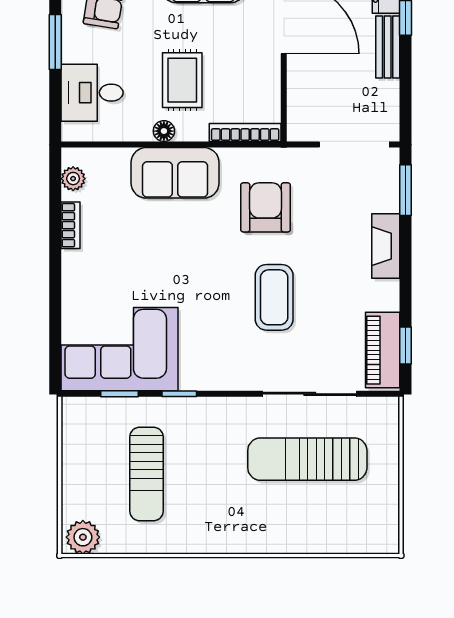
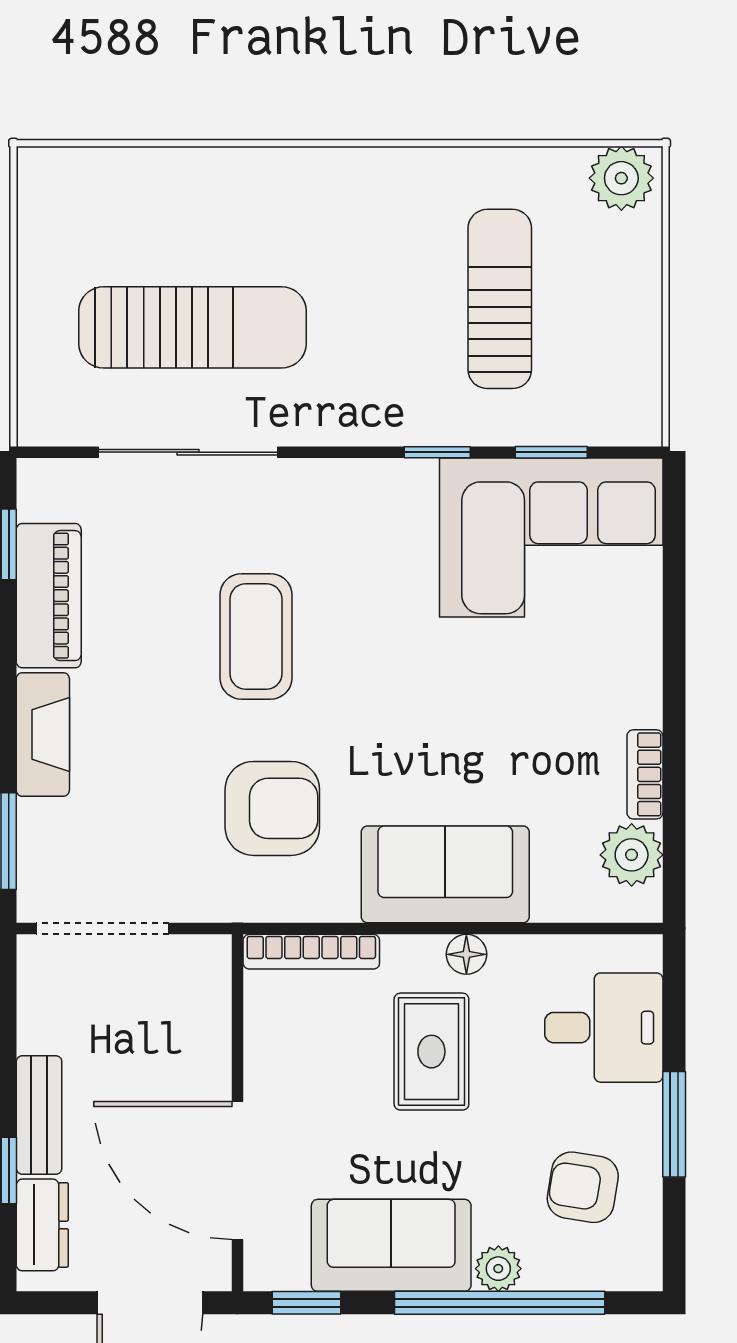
plant: (73, 179) -> (632, 855), width x1.38, depth x1.38
armchair: (266, 207) -> (272, 808), turned -90
piano: (383, 350) -> (49, 596), moved

